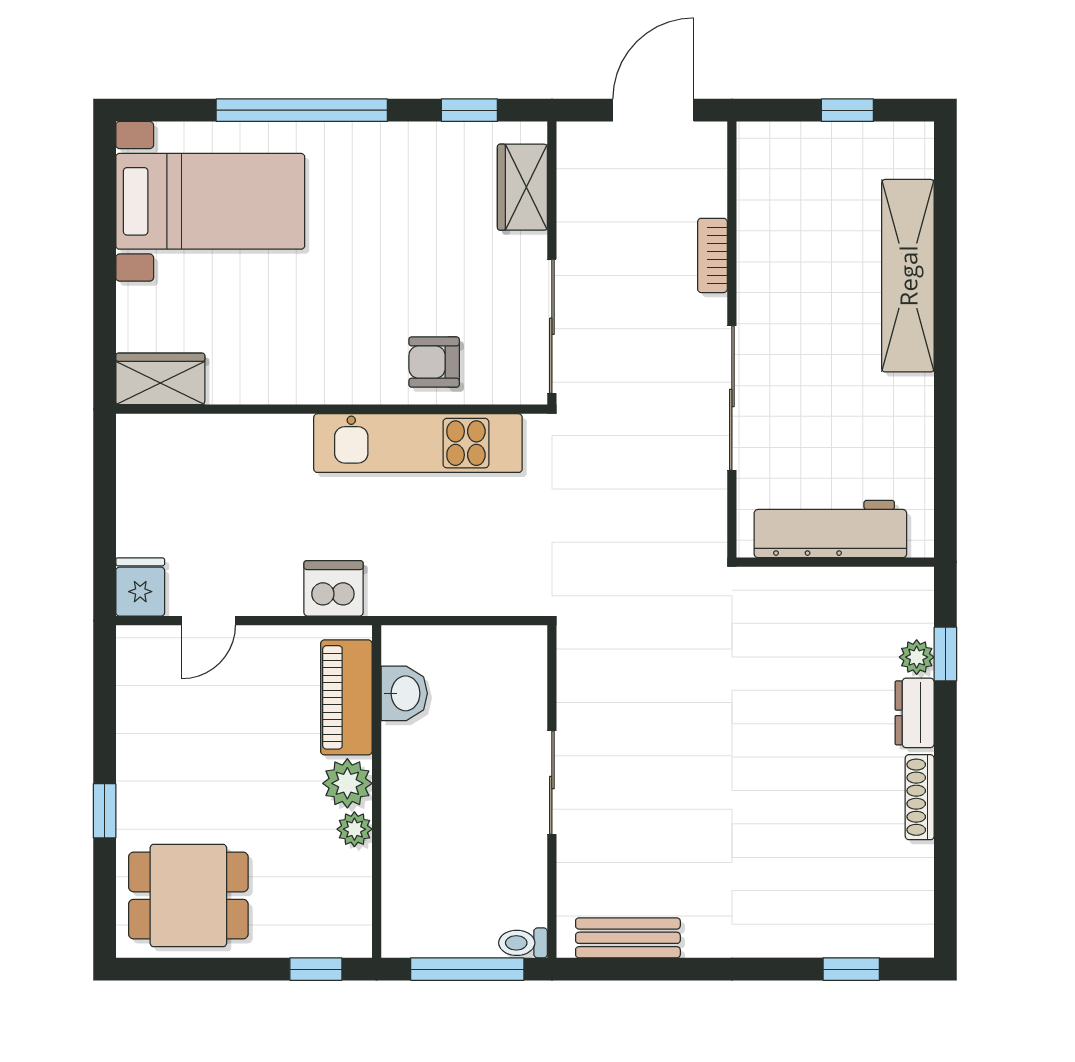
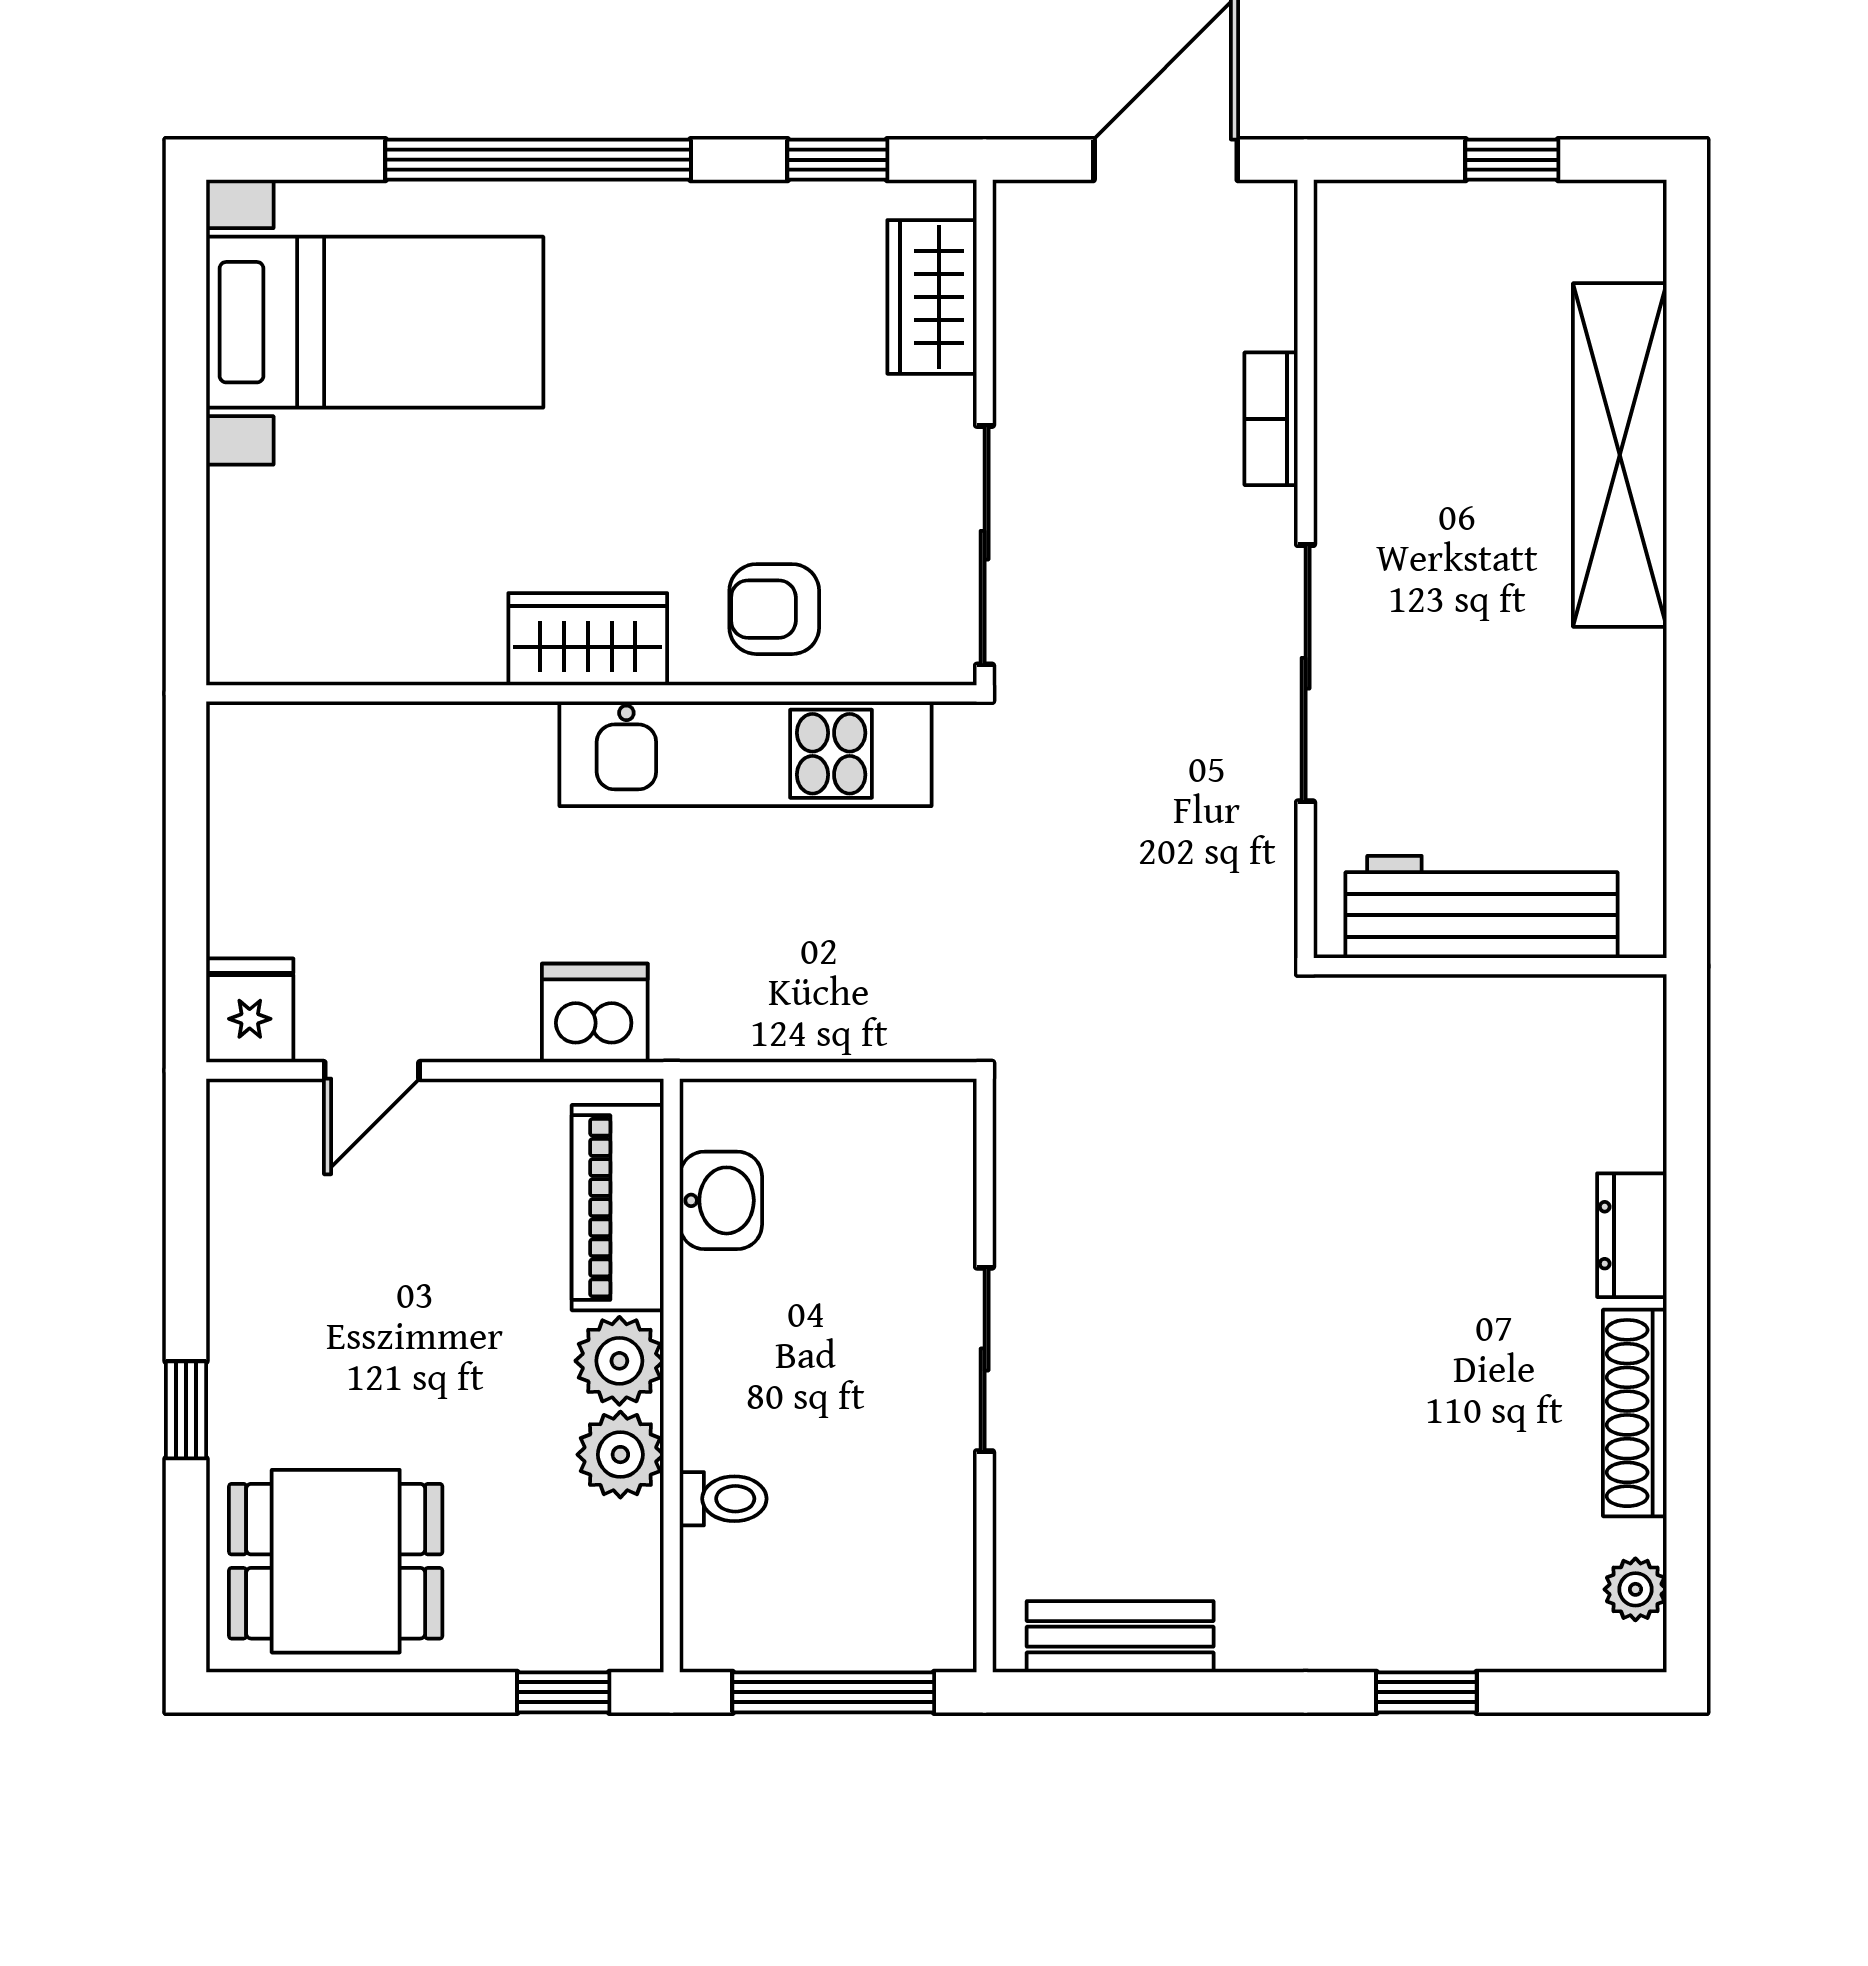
wardrobe: (160, 379) -> (588, 639), moved
window: (945, 654) -> (1687, 1130), removed
plant: (917, 657) -> (1635, 1589), moved
shoe rack: (920, 797) -> (1635, 1413), width x1.36, depth x1.24
plant: (354, 829) -> (620, 1455), width x1.38, depth x1.38
toilet: (523, 943) -> (723, 1499), moved, turned 180
window: (851, 969) -> (1426, 1692), moved

